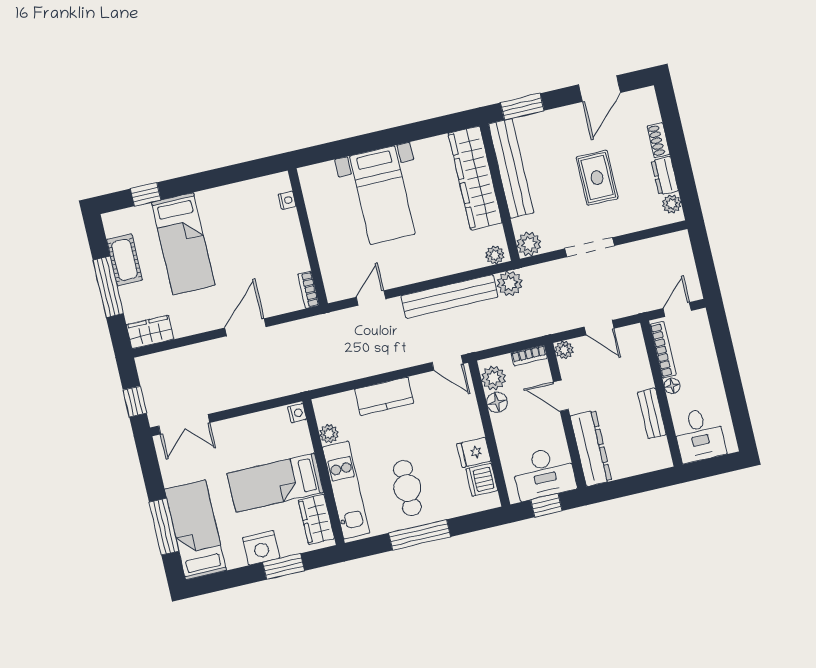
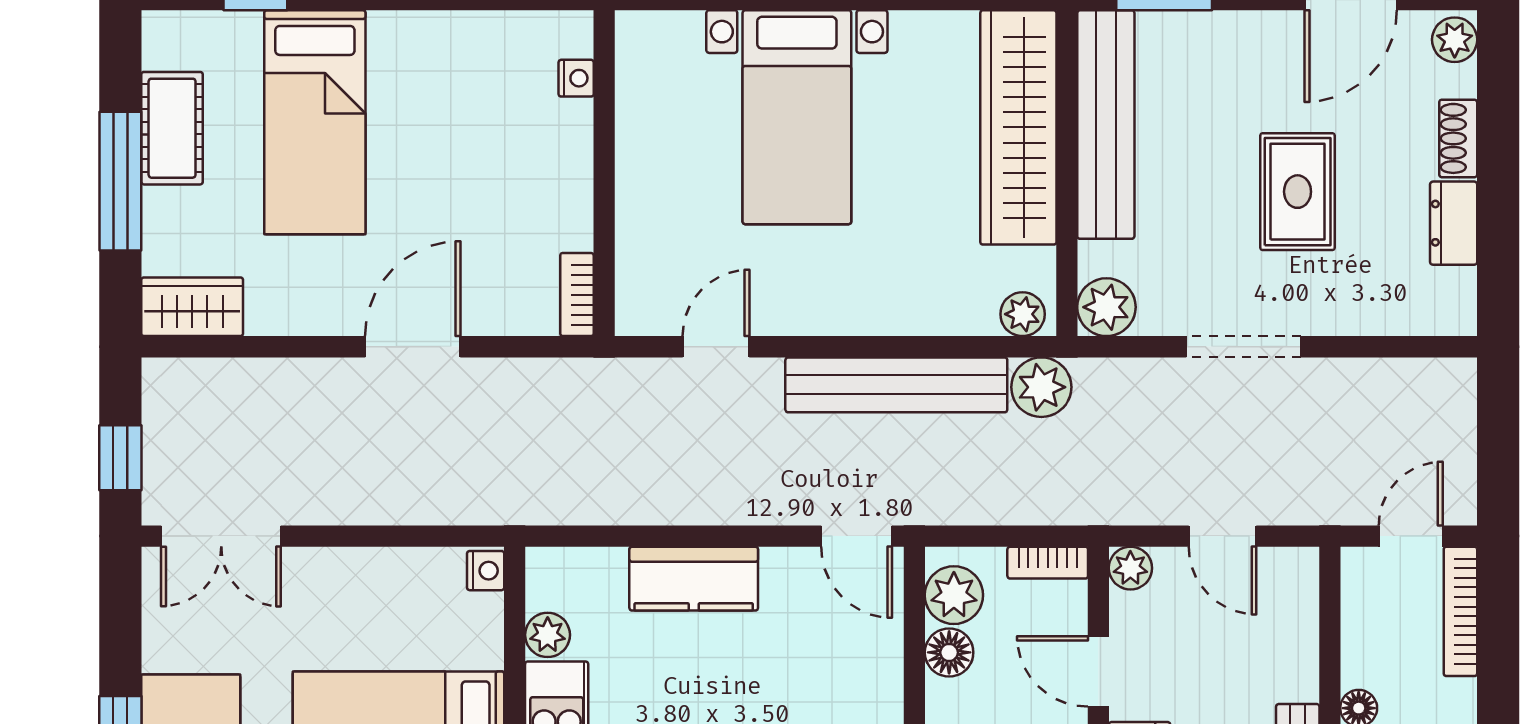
plant: (672, 204) -> (1455, 40), moved
bookcase: (663, 350) -> (1460, 611), moved, turned 180

